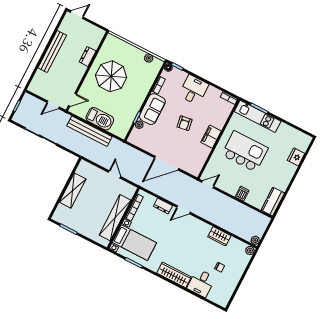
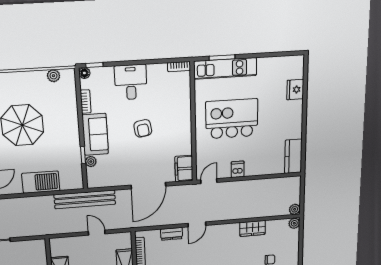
bench: (89, 131) -> (85, 199), moved
filing cabinet: (211, 137) -> (184, 169), moved
dishwasher: (242, 194) -> (238, 169), moved

